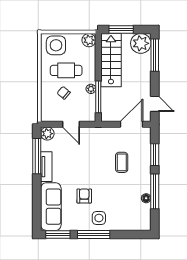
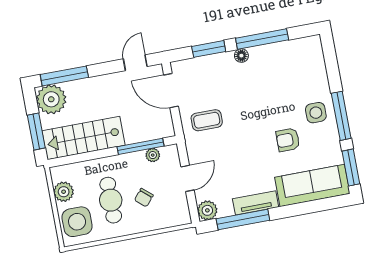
plant: (89, 40) -> (64, 192), moved
plant: (91, 89) -> (153, 155), moved
coffee table: (122, 162) -> (207, 120), moved
floor lamp: (146, 198) -> (241, 56), moved

